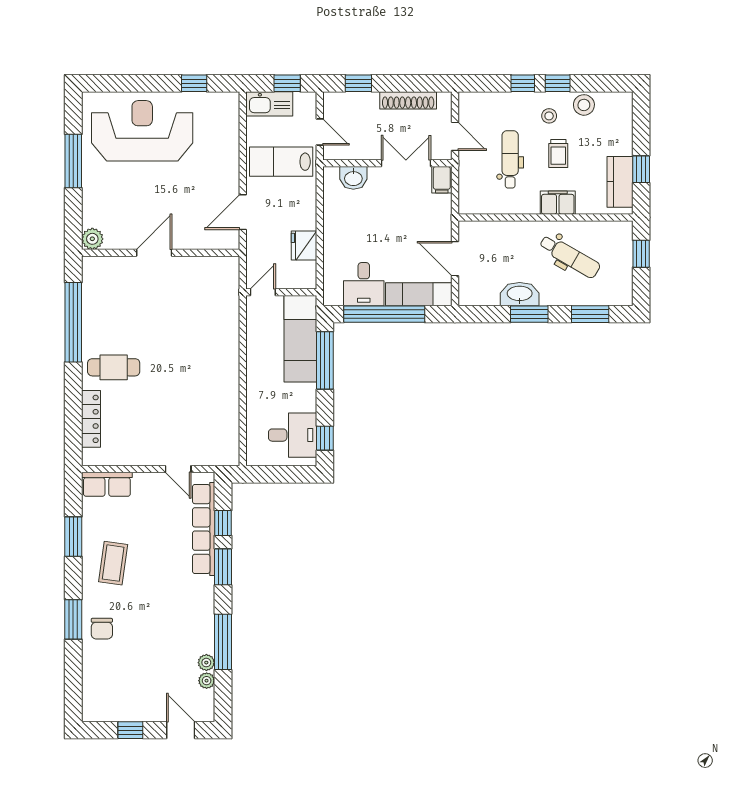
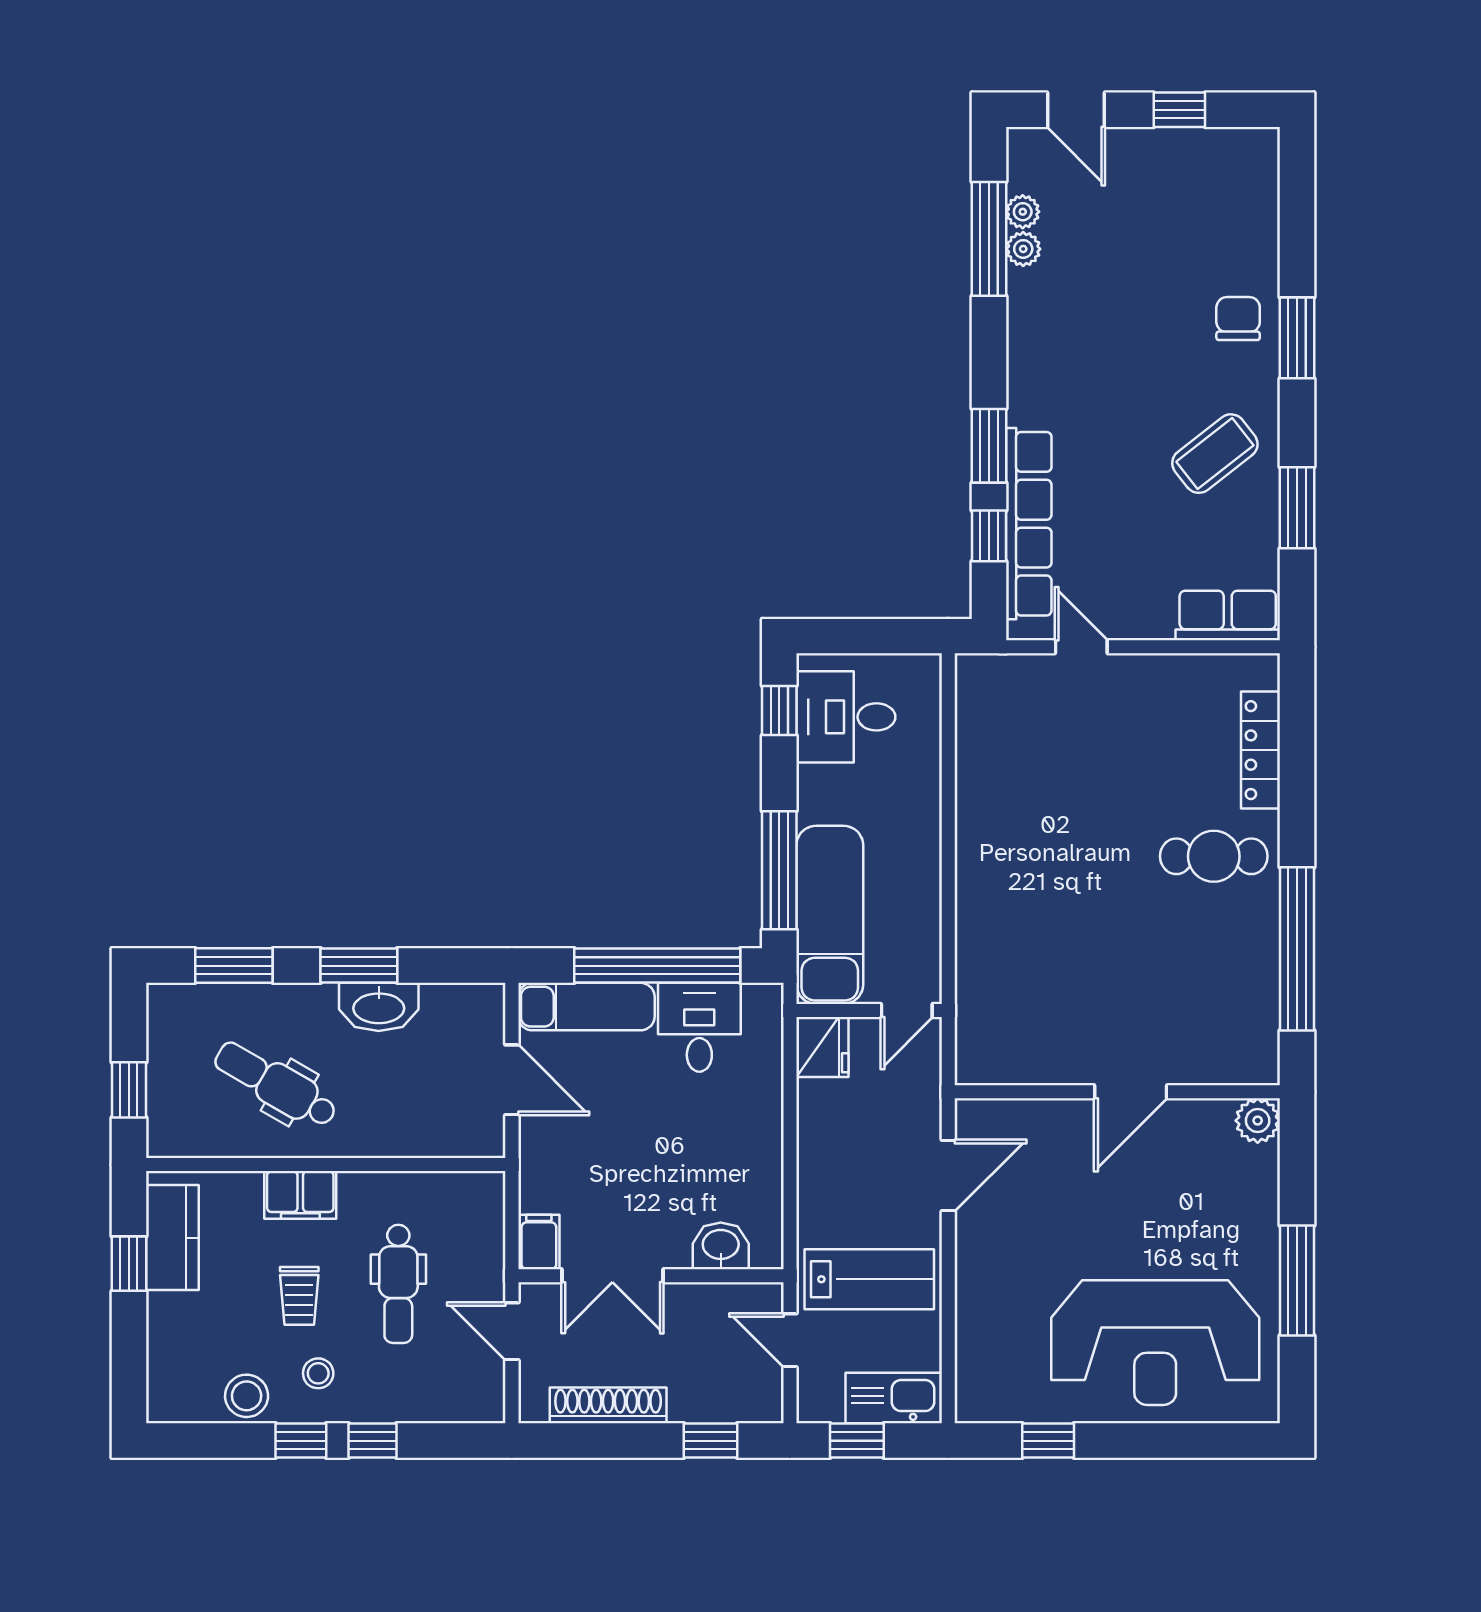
trolley: (558, 154) -> (299, 1296), turned 180
fridge: (304, 246) -> (822, 1047), moved
coffee table: (113, 563) -> (1215, 454), turned 44
window: (223, 642) -> (989, 239), moved

